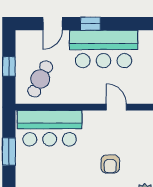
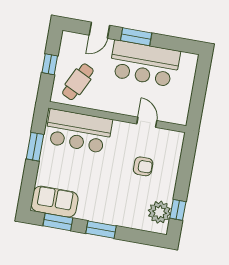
window: (90, 24) -> (136, 37), width x1.50
armchair: (110, 164) -> (143, 166), moved, turned -90

